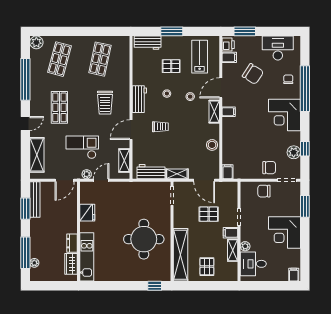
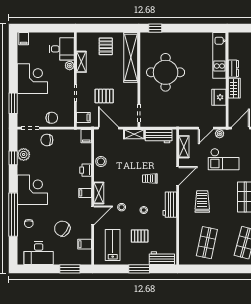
printer: (228, 45) -> (86, 170), moved
lab bench: (200, 57) -> (113, 245), turned 180
filing cabinet: (231, 233) -> (83, 117), moved
wardrobe: (71, 264) -> (234, 88), moved

